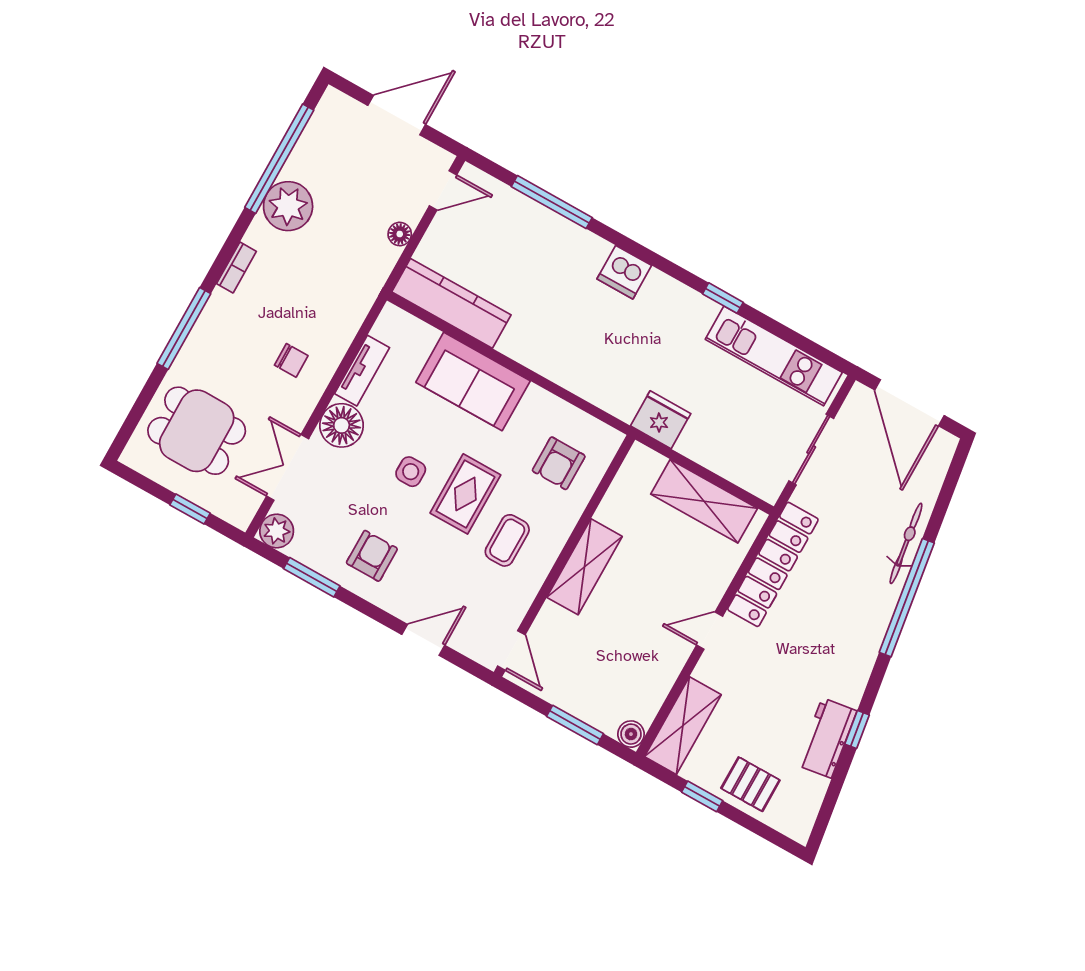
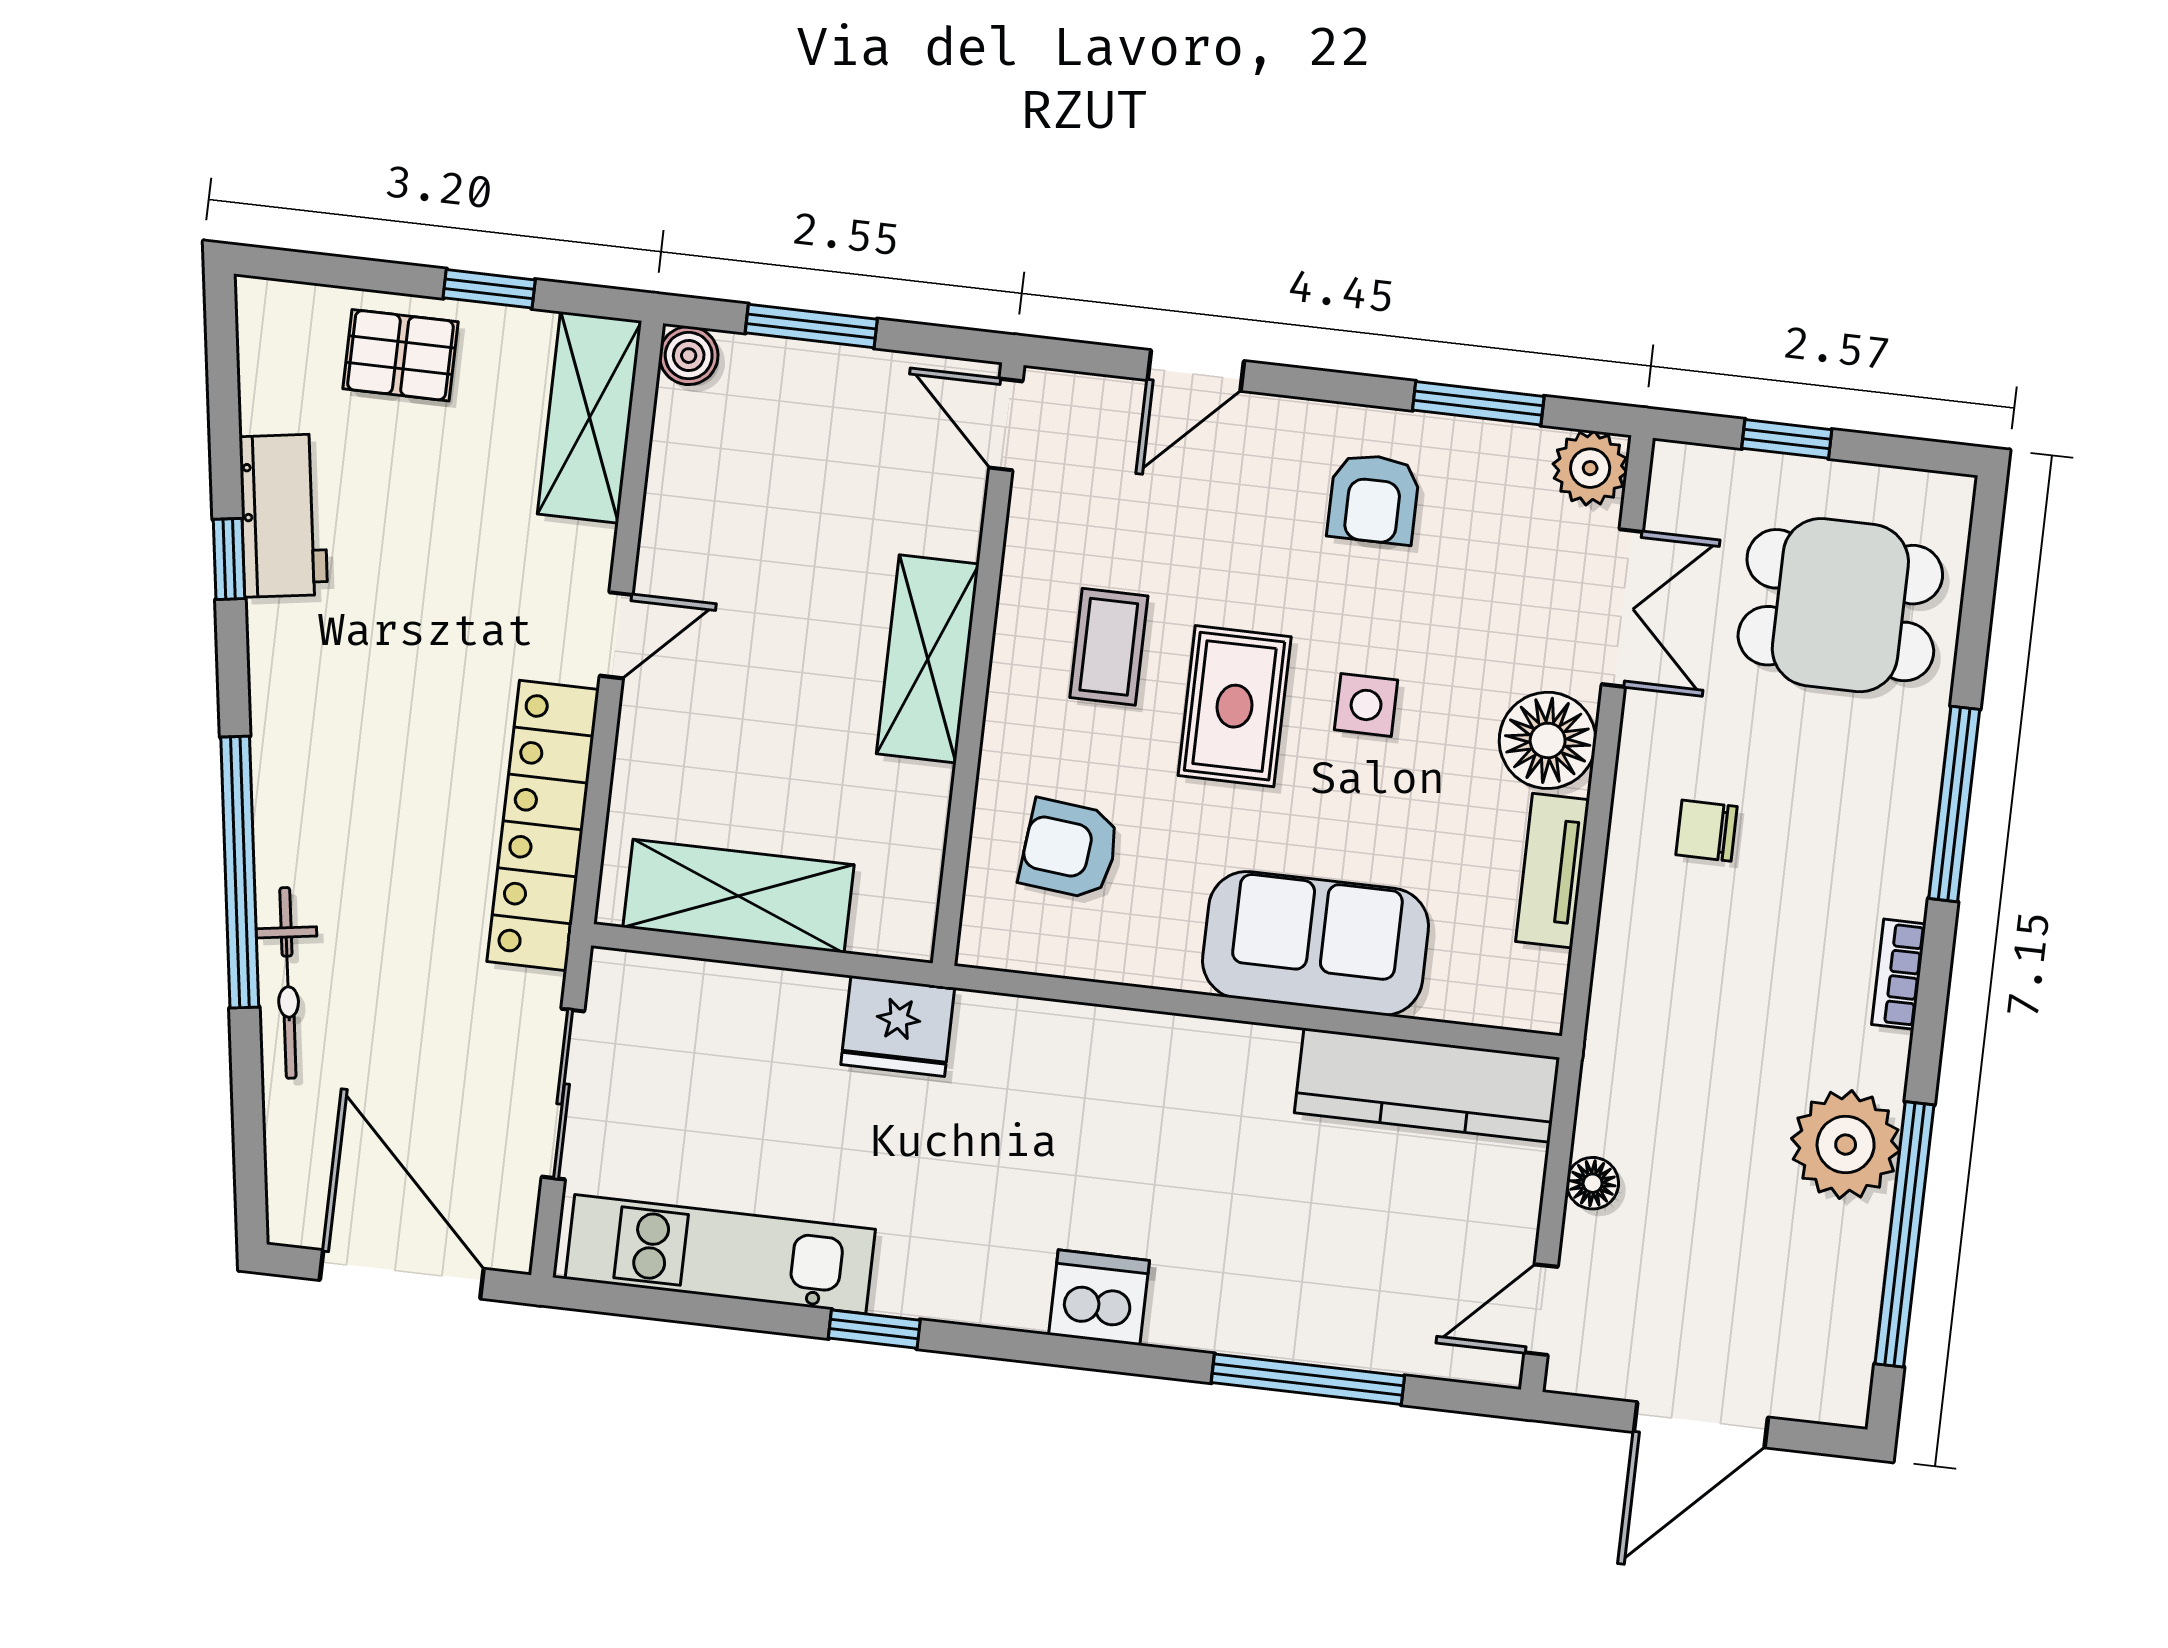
armchair: (559, 463) -> (1070, 849), turned -84

